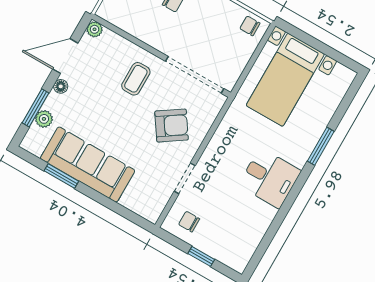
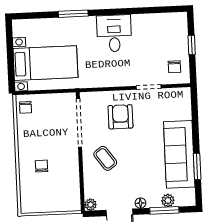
coffee table: (136, 79) -> (105, 158), turned 54
armchair: (172, 126) -> (121, 117), turned 34

